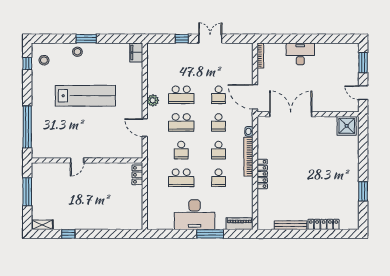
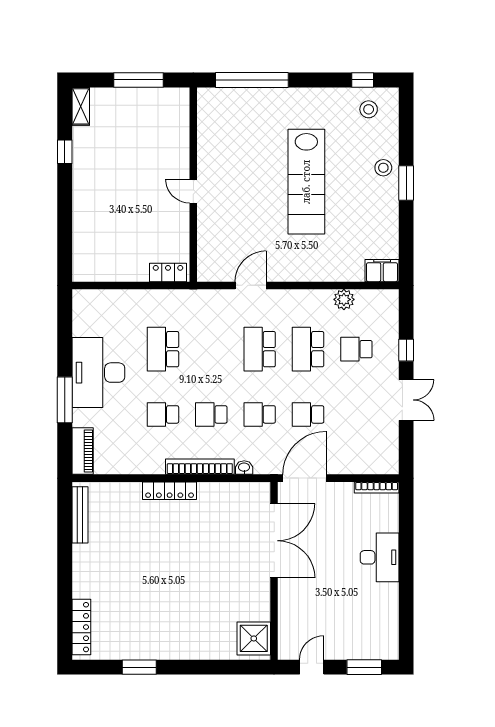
plant: (153, 100) -> (344, 299), moved
school desk: (181, 150) -> (356, 349), moved
door: (77, 160) -> (193, 191), moved
locker: (324, 224) -> (81, 627), moved
bench: (291, 225) -> (80, 515), moved

